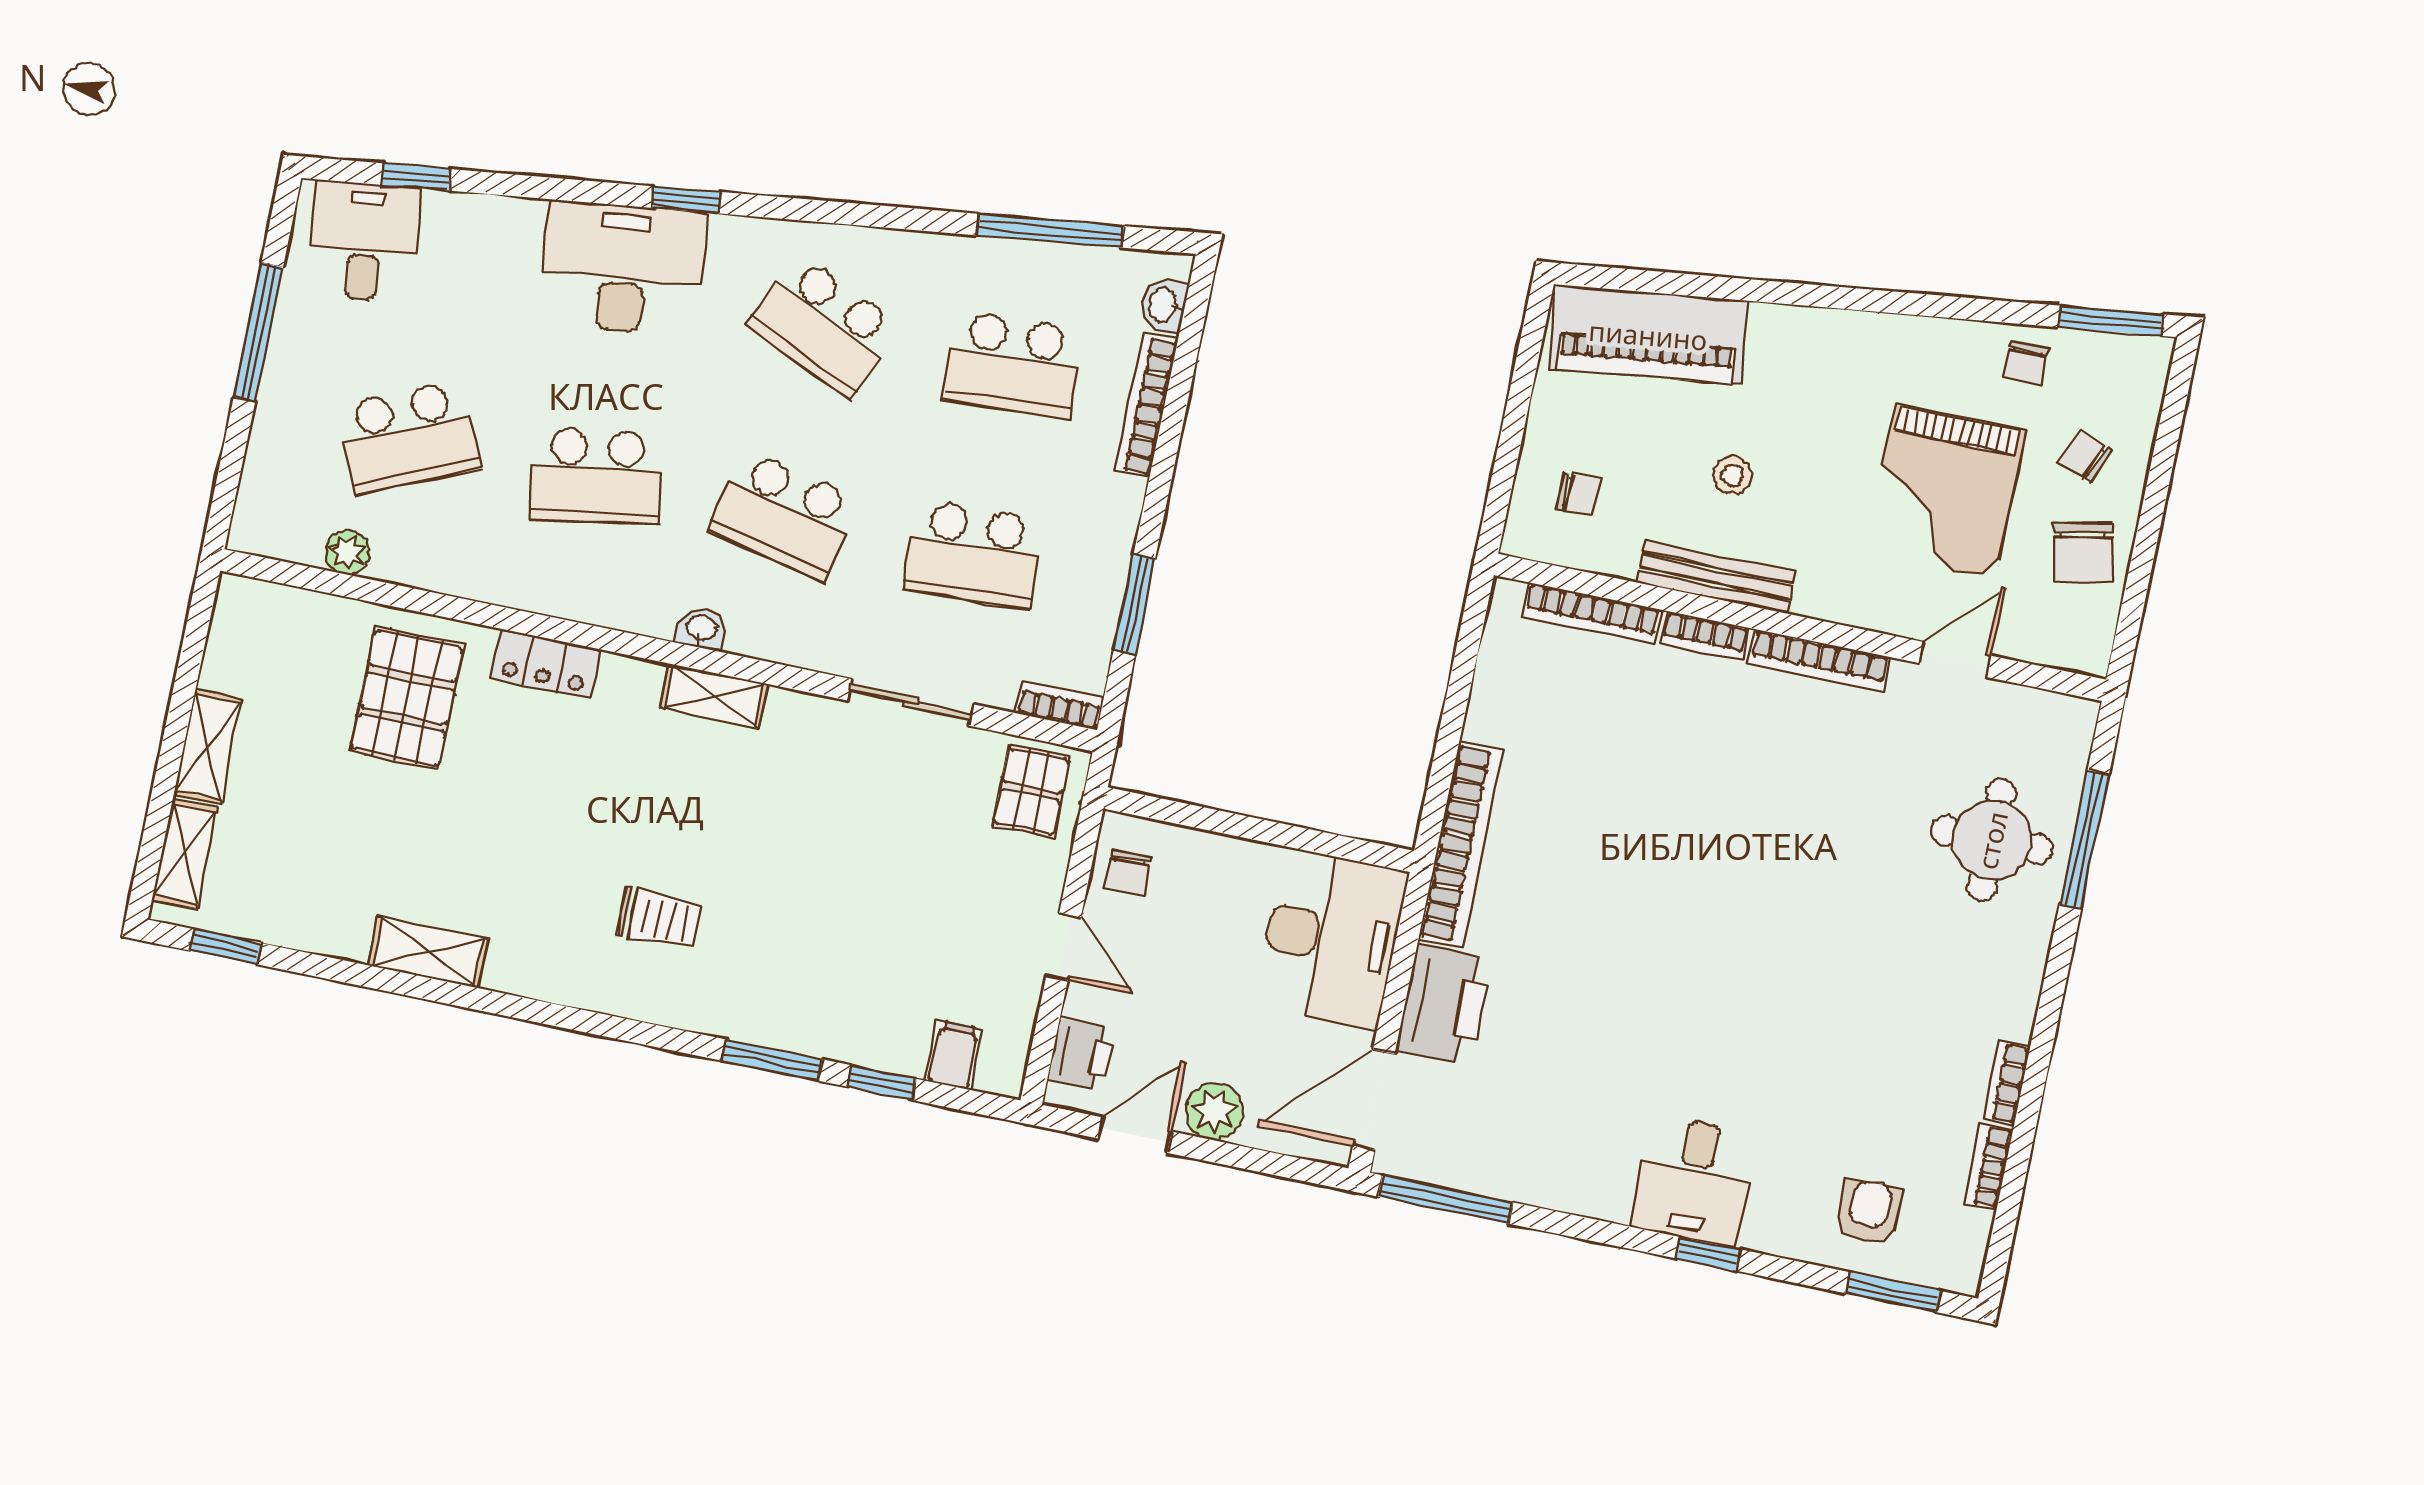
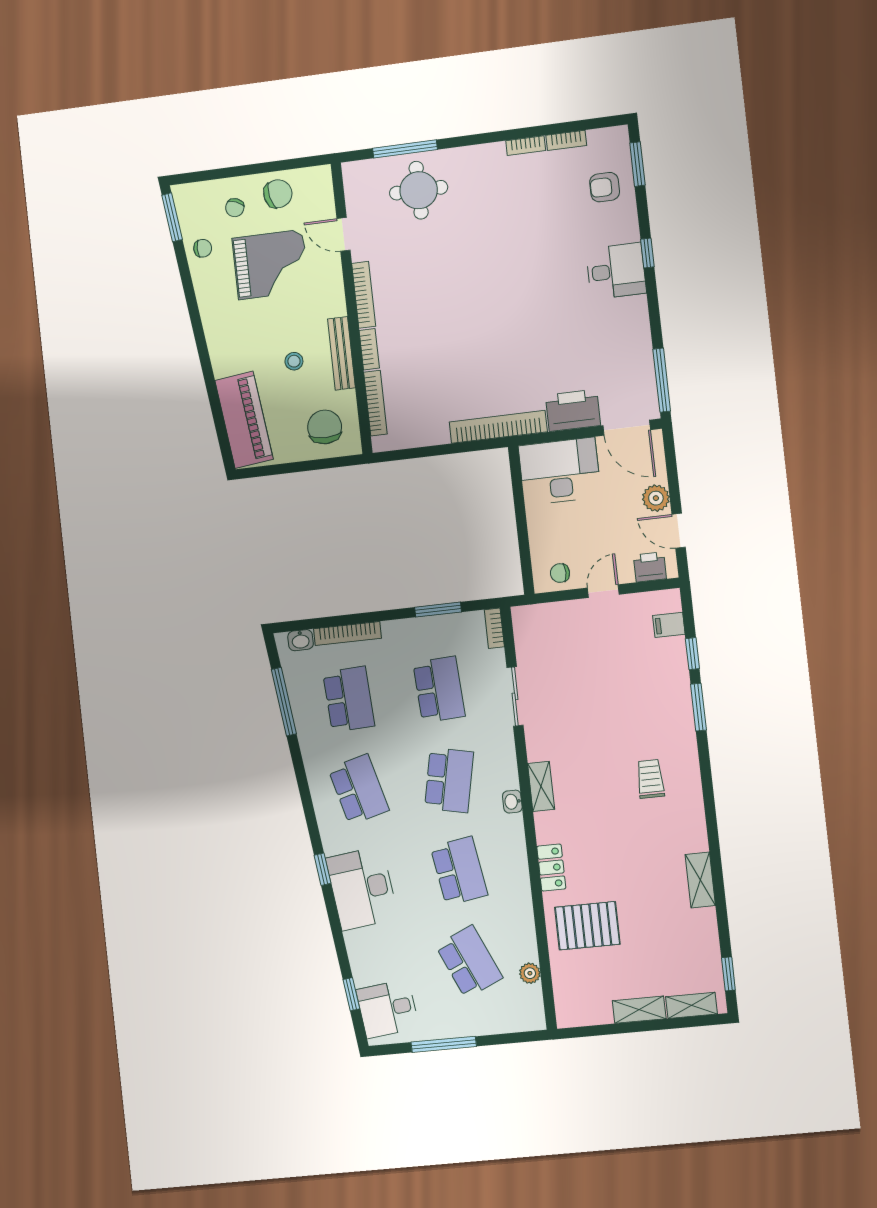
school desk: (824, 326) -> (359, 789), turned -39
chair: (1579, 495) -> (325, 427), width x1.87, depth x1.87
pallet: (1031, 791) -> (537, 629), removed
chair: (1128, 873) -> (560, 573), turned 180

